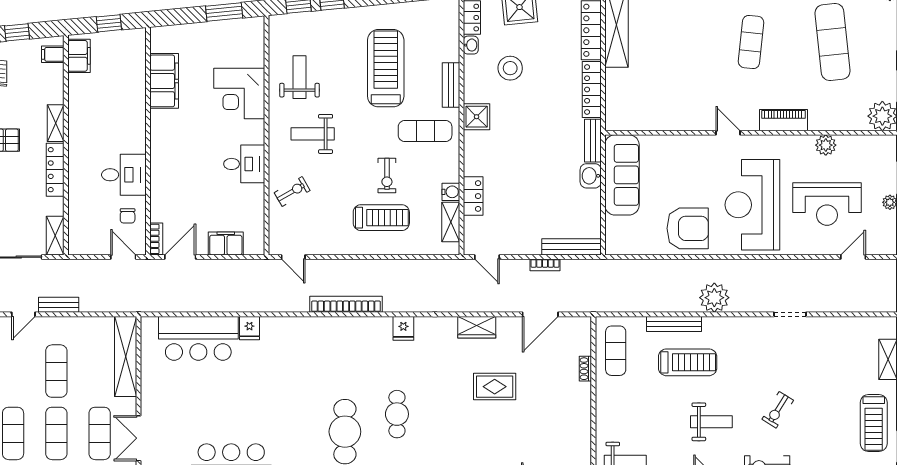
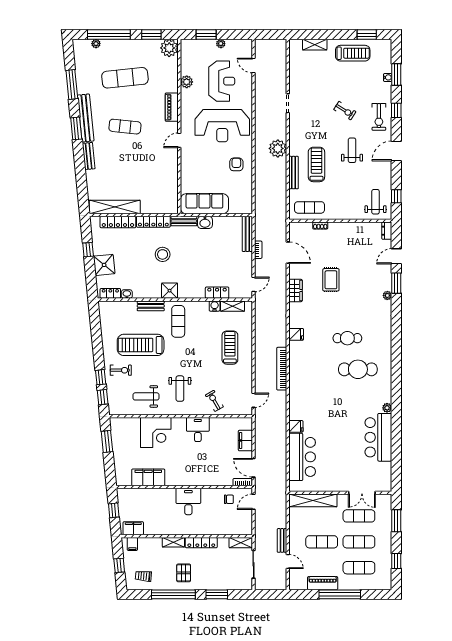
stool: (510, 68) -> (163, 254), moved
desk: (124, 175) -> (188, 501), moved
exercise bike: (387, 175) -> (121, 370), moved
armchair: (688, 228) -> (236, 164), width x0.53, depth x0.53

